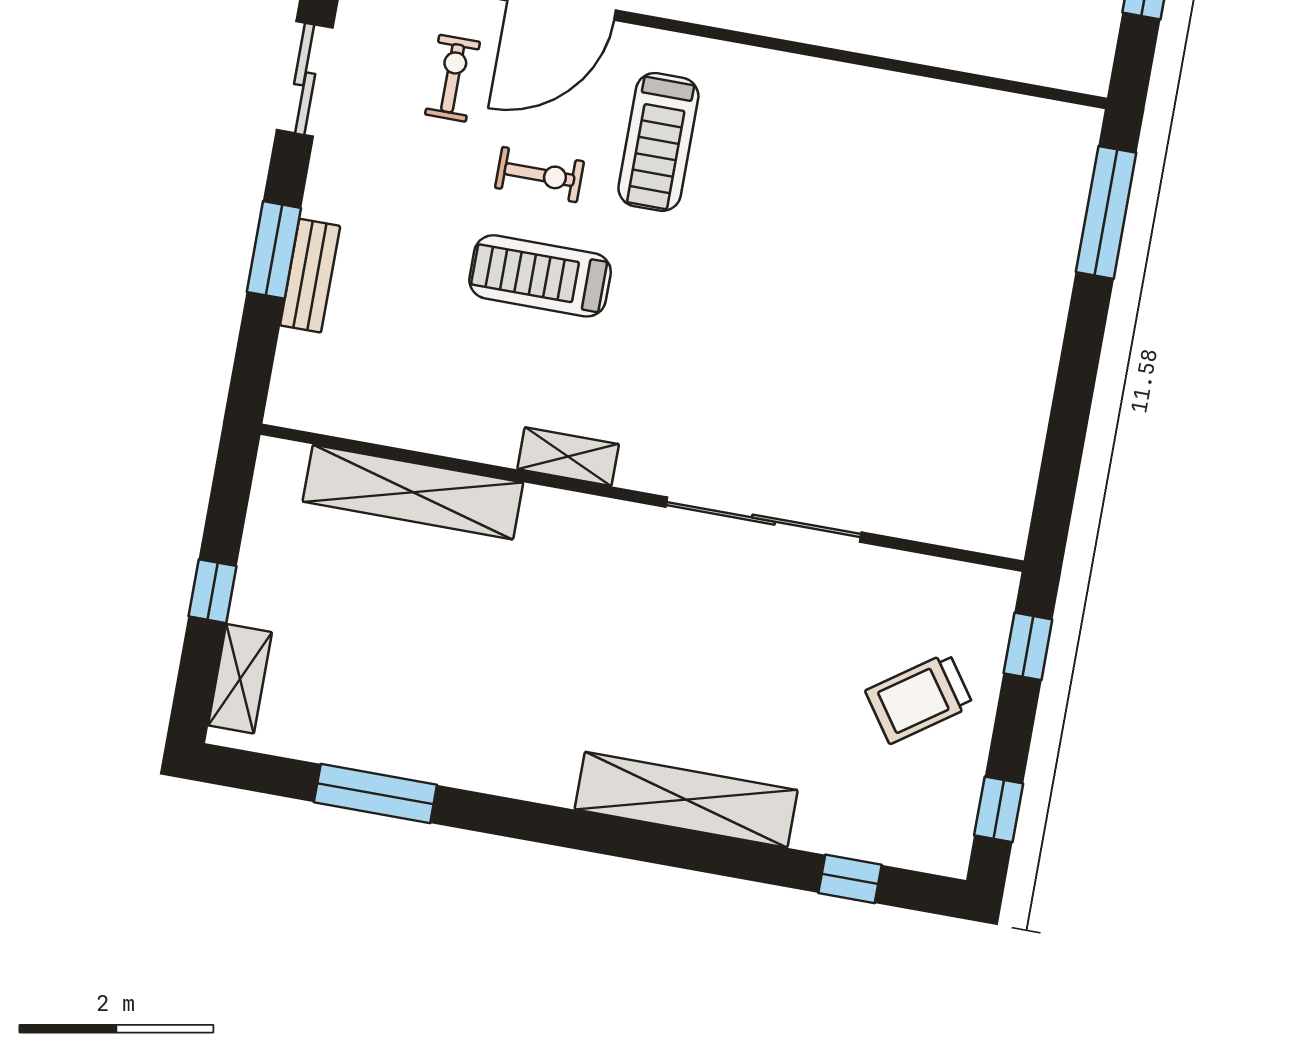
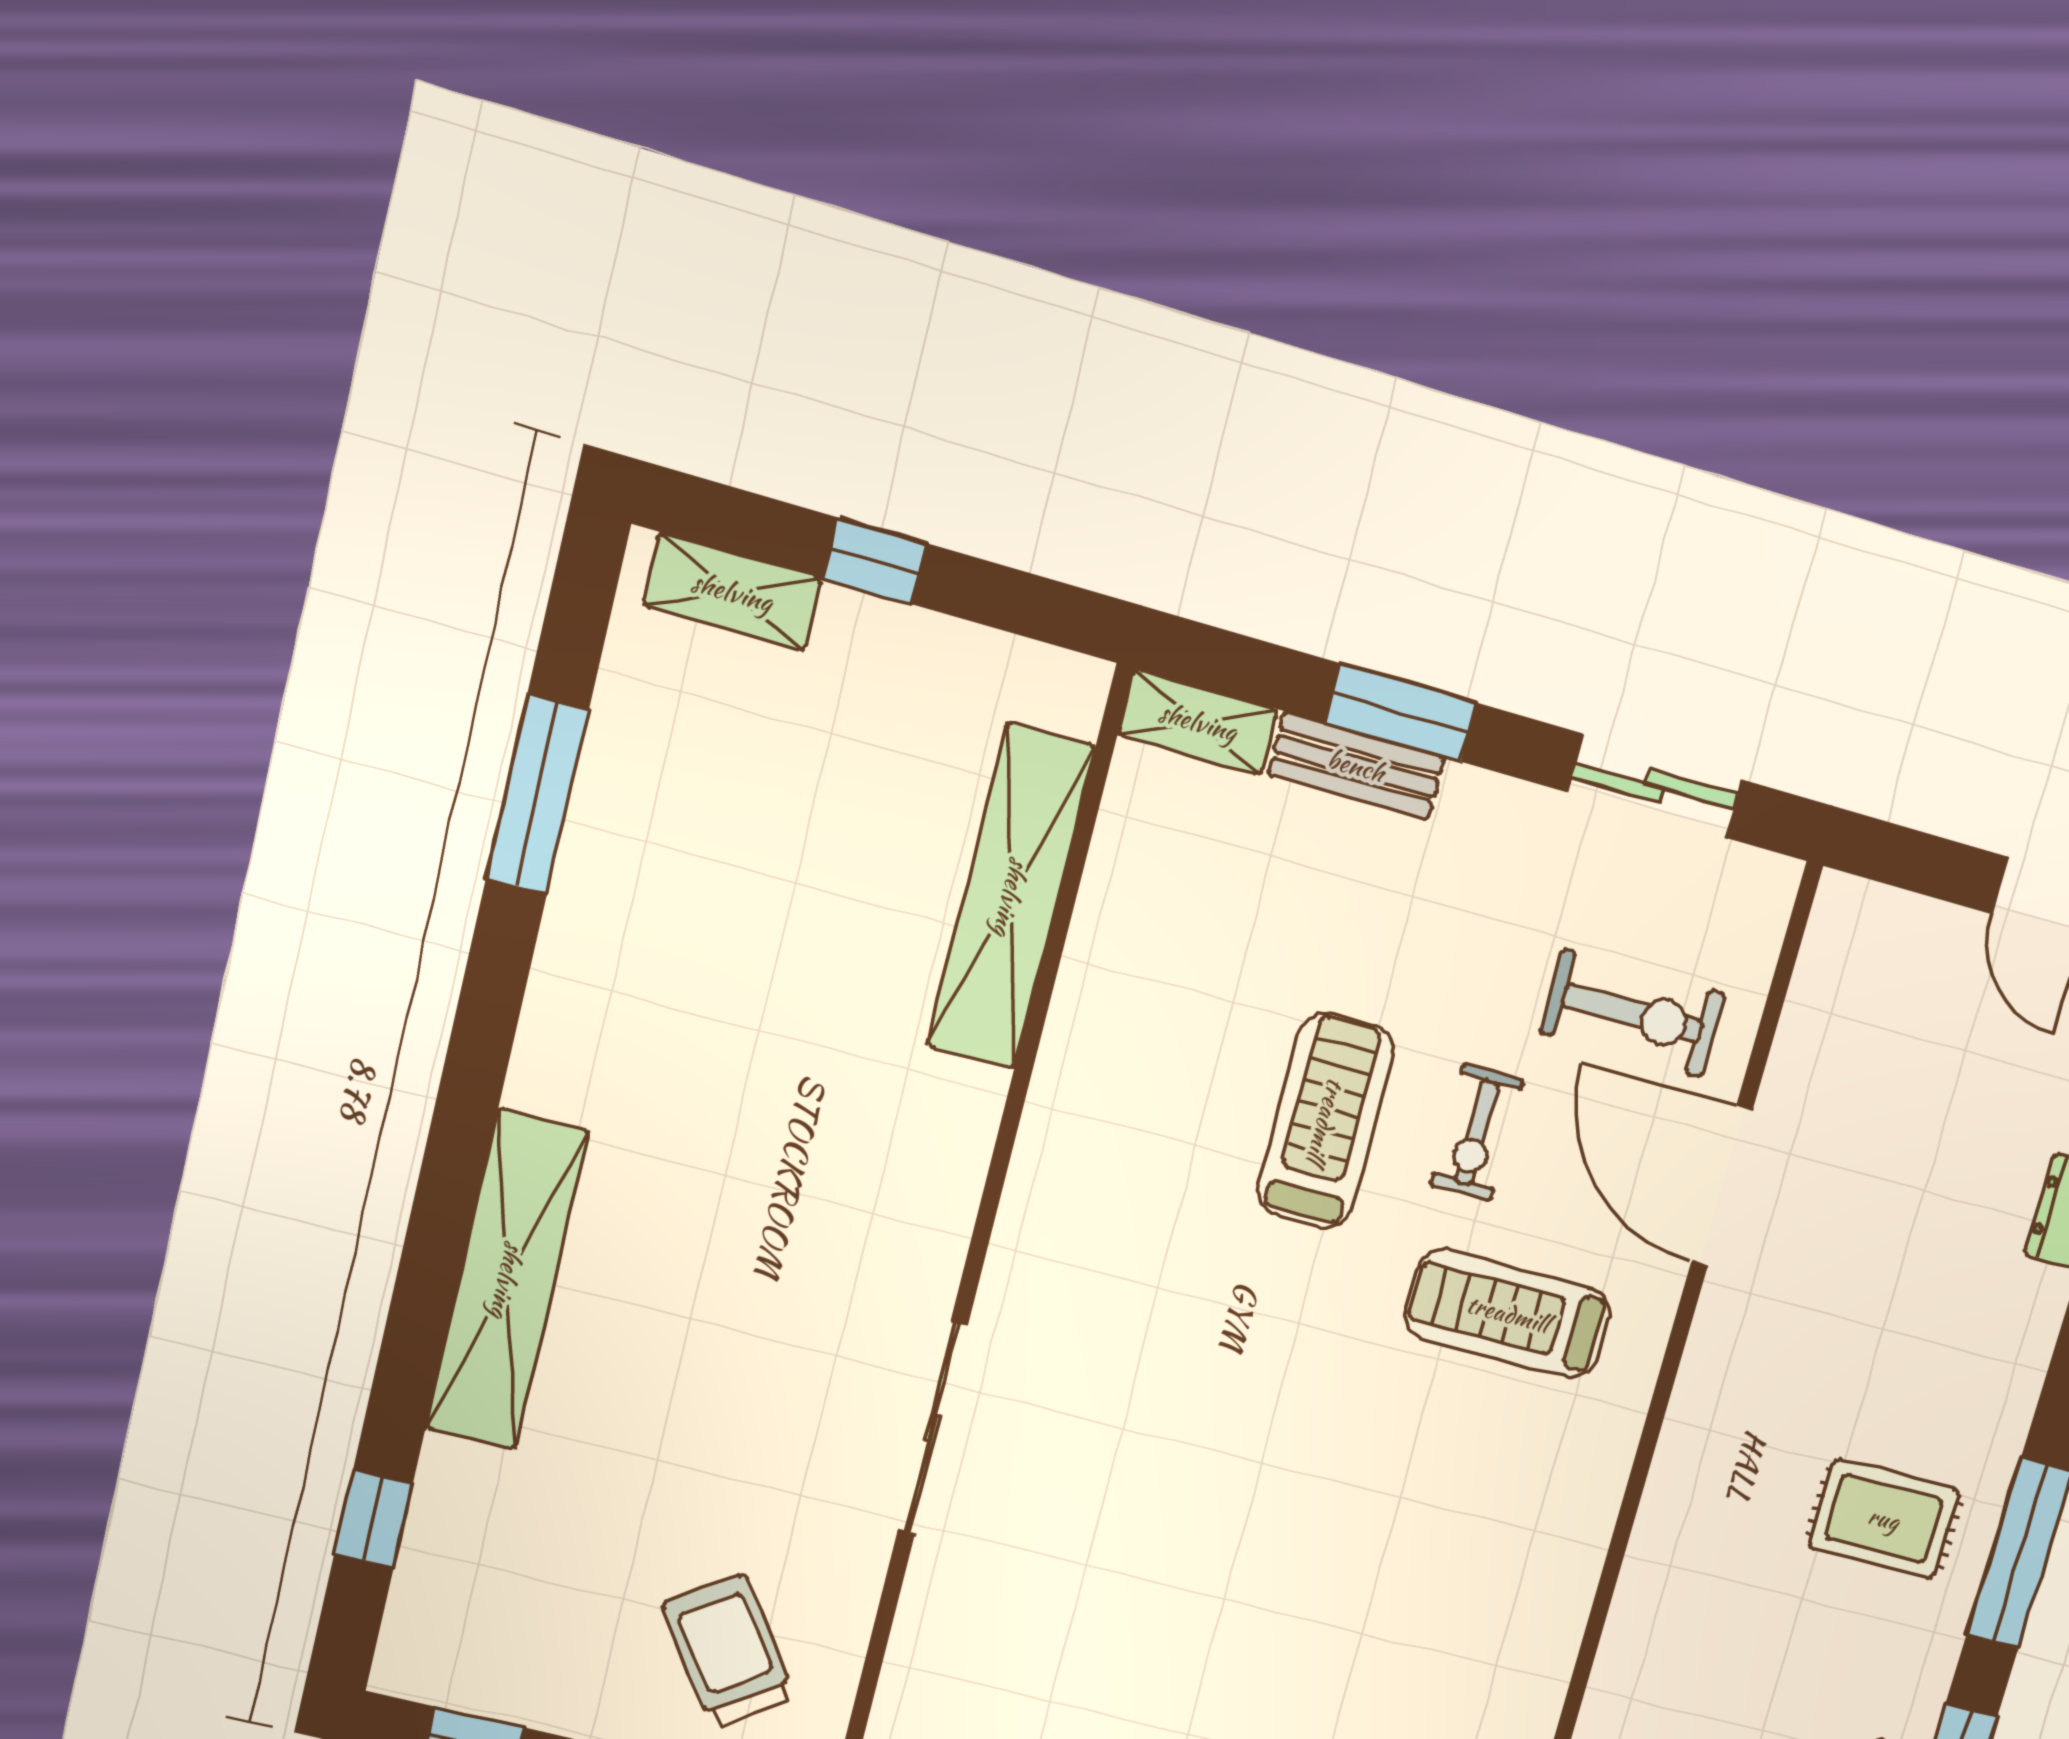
exercise bike: (453, 78) -> (1632, 1013), width x1.38, depth x1.39
shelving: (568, 457) -> (1198, 722), moved, turned 90
sliding door: (764, 520) -> (933, 1428), width x0.73
trolley: (919, 698) -> (729, 1652), moved

